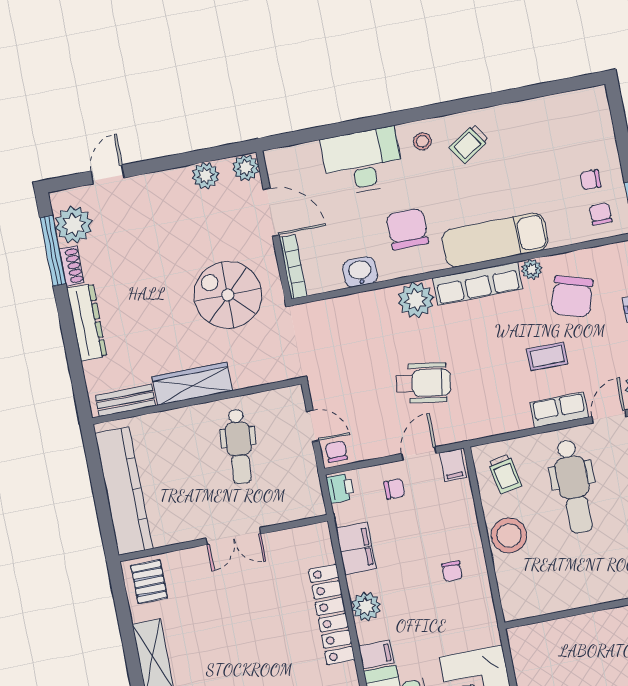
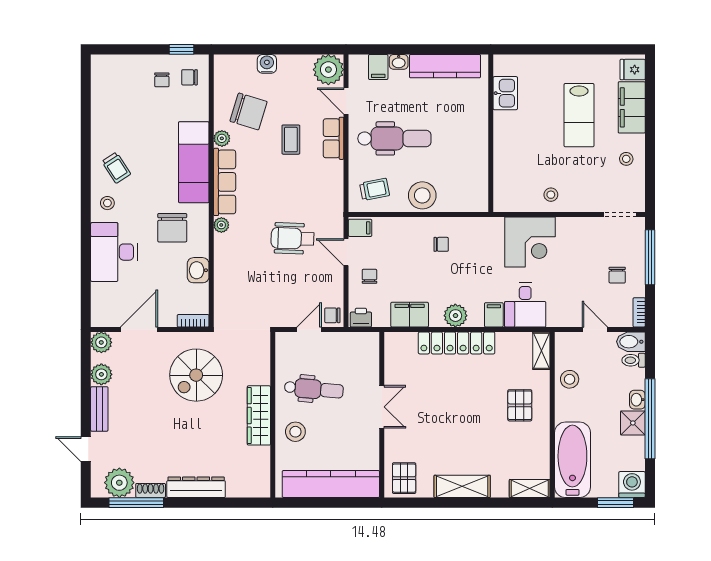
chair: (407, 229) -> (172, 228), turned -90
bookcase: (293, 267) -> (193, 321), width x0.64
plant: (416, 300) -> (221, 225), width x0.53, depth x0.53
wheelchair: (423, 383) -> (293, 238), turned -97
bench: (126, 401) -> (99, 409), moved
stool: (181, 434) -> (295, 432), added
pallet: (149, 582) -> (404, 478), turned 90

